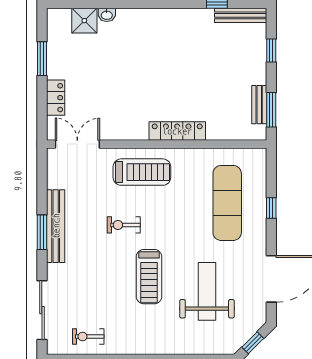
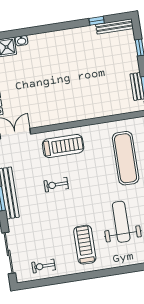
locker: (177, 131) -> (83, 114), removed
treadmill: (149, 277) -> (85, 245), moved, turned 180

